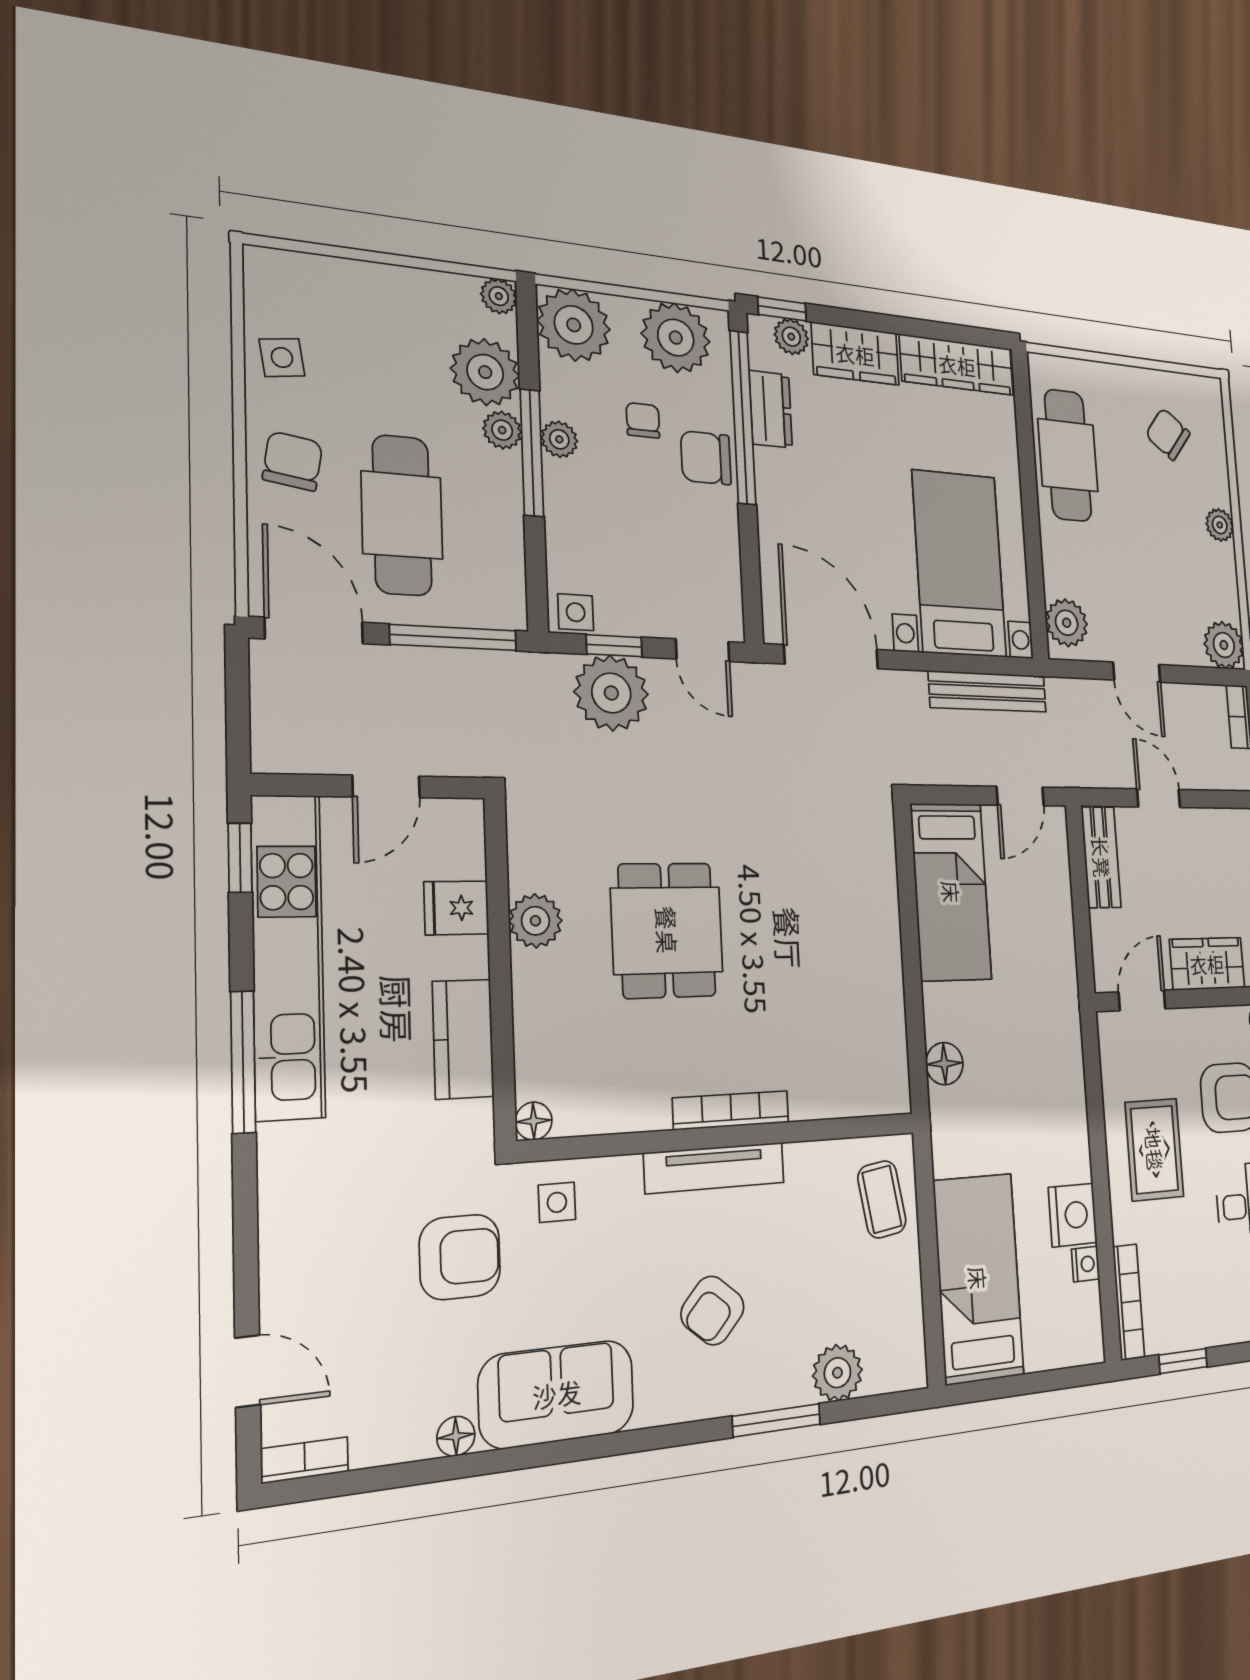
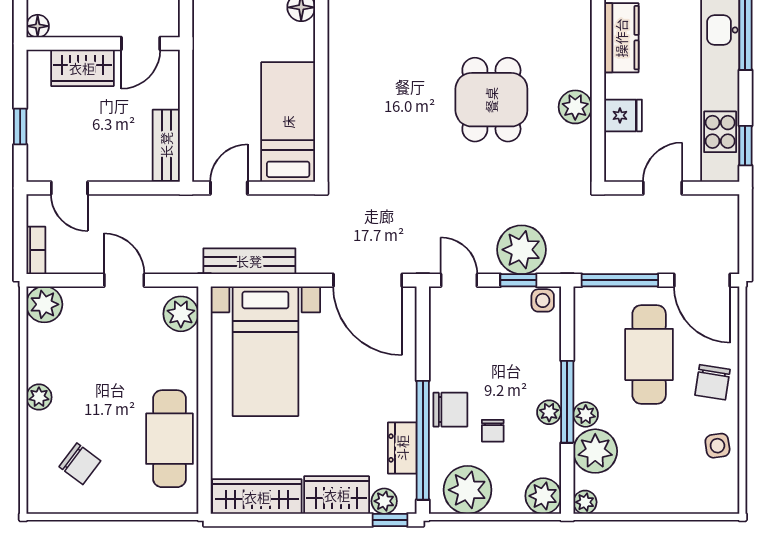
plant: (574, 325) -> (543, 496), width x0.73, depth x0.73
door: (1159, 798) -> (69, 188), moved

